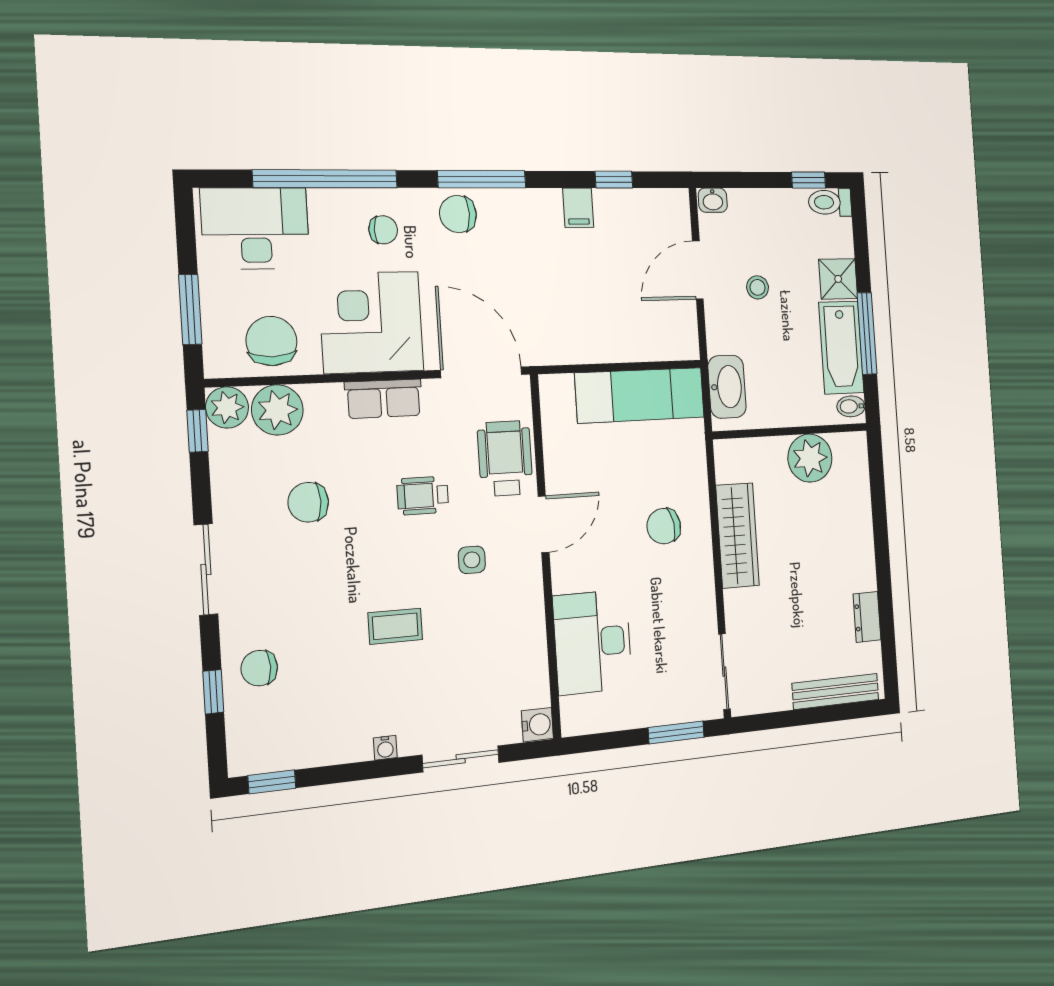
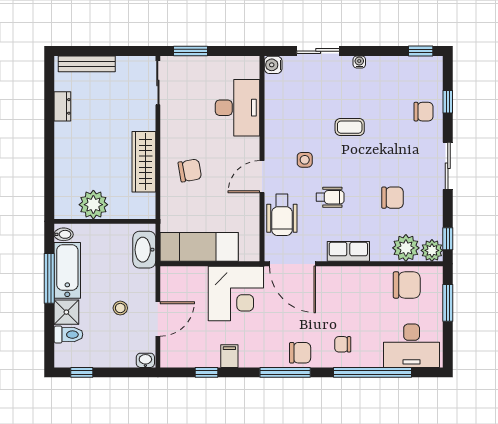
toilet: (830, 202) -> (68, 335), moved
corner desk: (371, 322) -> (236, 294), moved
chair: (271, 341) -> (407, 285), turned -90

